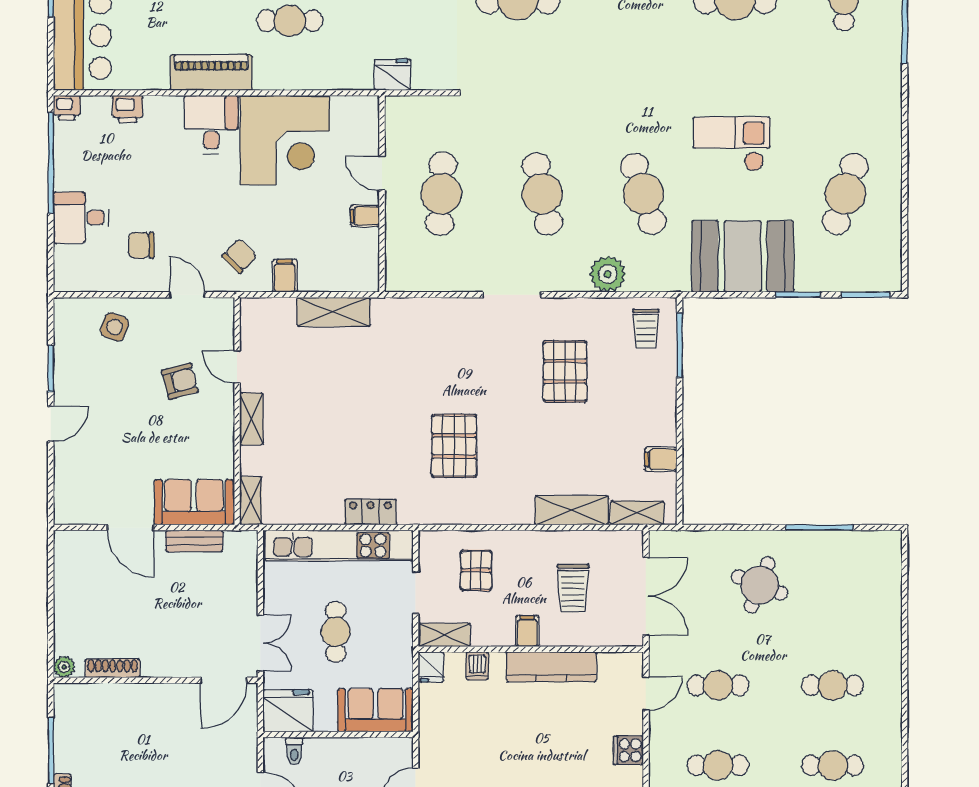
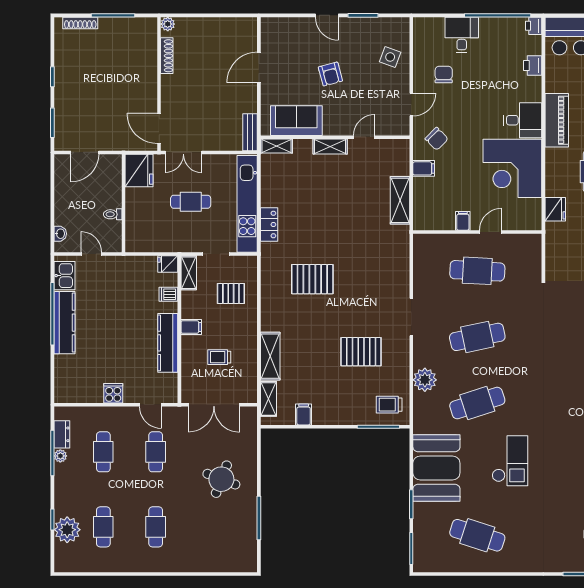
fridge: (392, 75) -> (555, 209), moved
armchair: (180, 381) -> (330, 74), moved
sofa: (194, 502) -> (296, 121), moved, turned -90
bench: (194, 541) -> (250, 132), moved
trolley: (573, 588) -> (219, 357), width x0.73, depth x0.72
sofa: (375, 710) -> (139, 228), removed
toilet: (294, 751) -> (113, 214), moved

